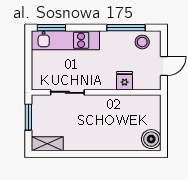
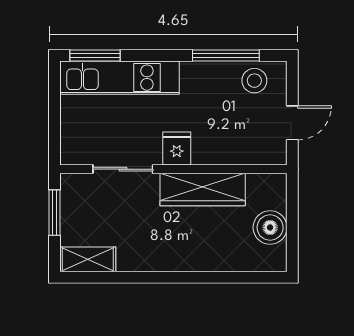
fridge: (125, 81) -> (177, 149), moved
wardrobe: (113, 104) -> (203, 189), added
boiler: (151, 139) -> (270, 227), moved

